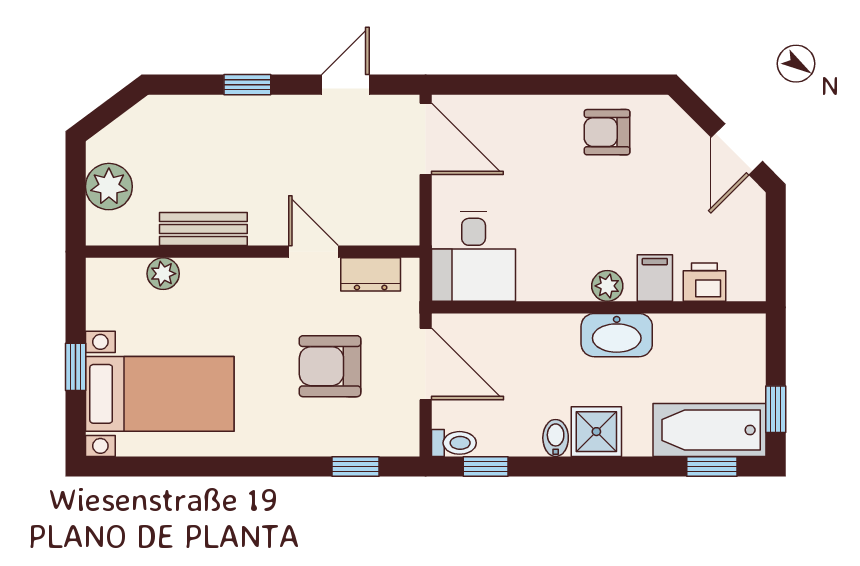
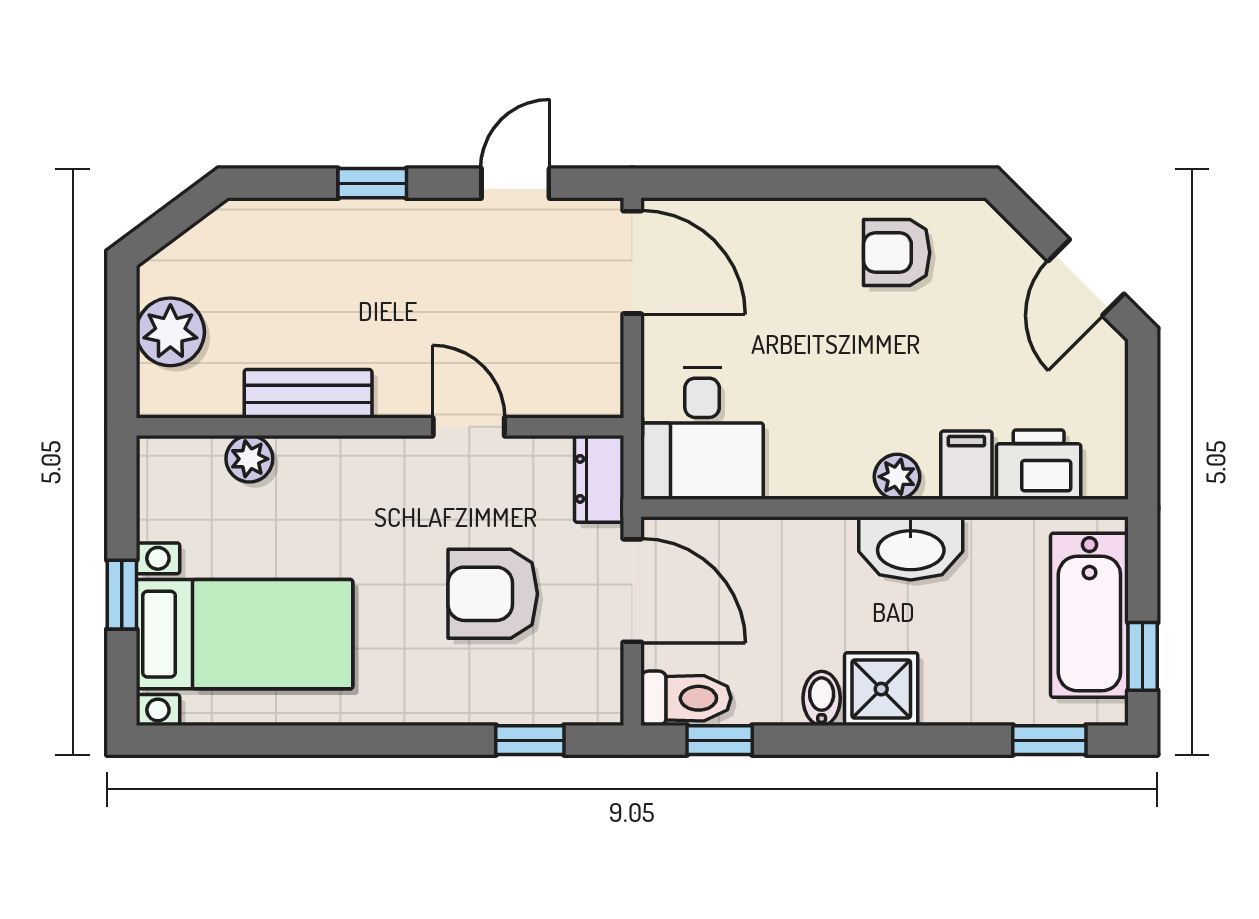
dresser: (371, 274) -> (599, 479), moved, turned 90
printer: (704, 282) -> (1039, 465), width x1.36, depth x1.24
bathtub: (709, 430) -> (1089, 615), moved, turned -90
toilet: (454, 443) -> (686, 698), width x1.37, depth x1.39

